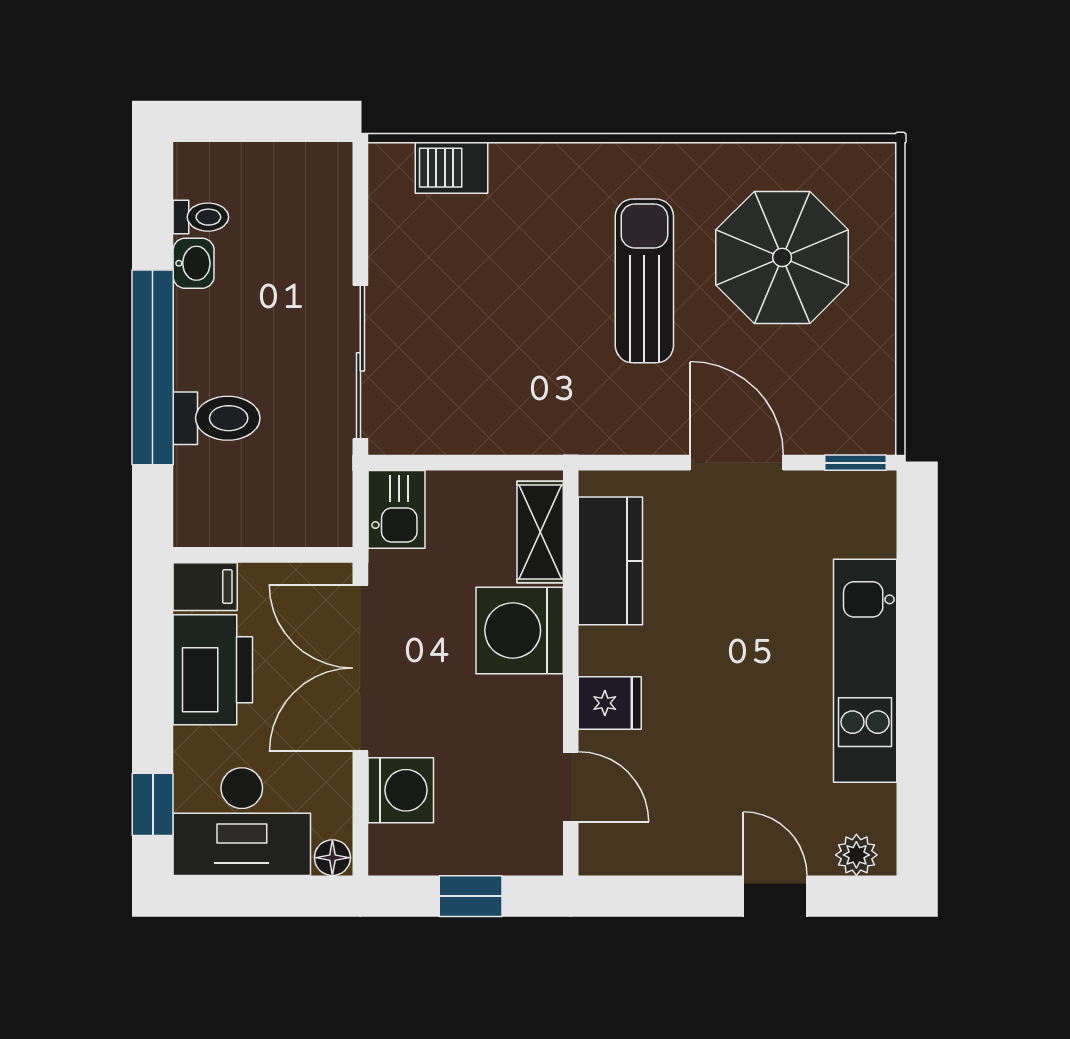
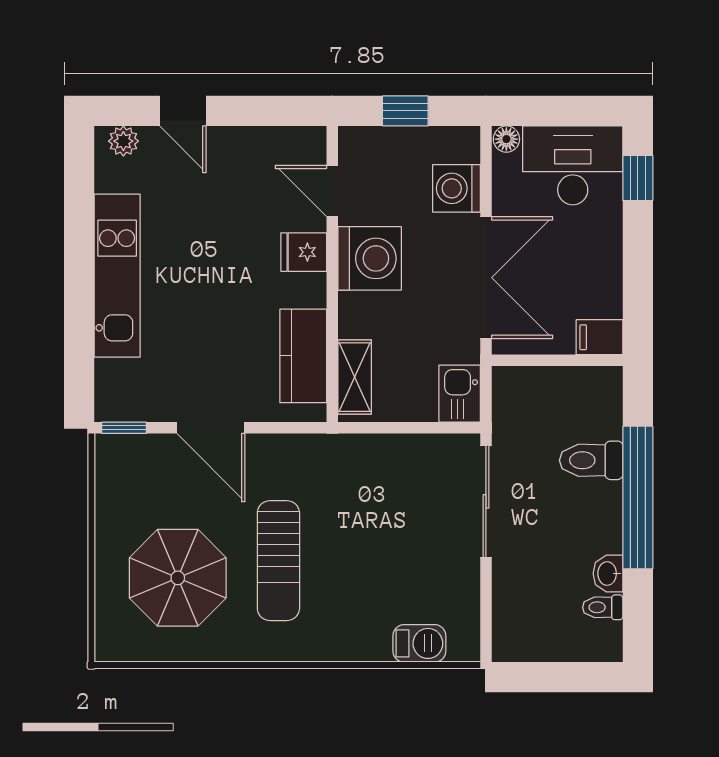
washing machine: (520, 630) -> (370, 258), moved
printer: (213, 670) -> (594, 276), removed

